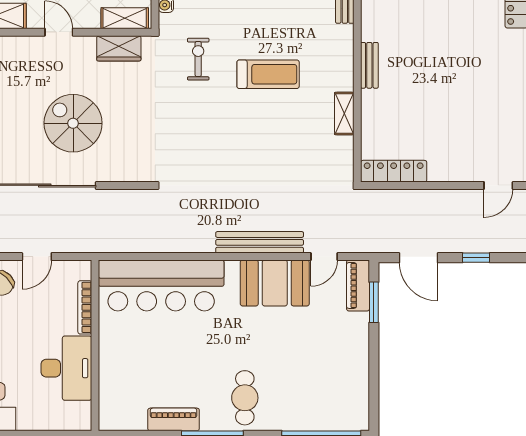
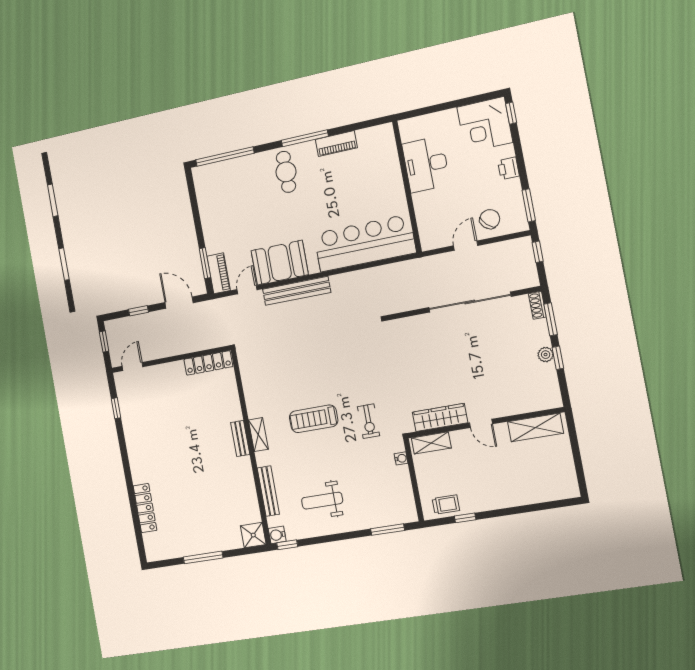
wardrobe: (119, 48) -> (440, 417), width x1.50
shelving: (344, 114) -> (258, 435), moved
spiral stairs: (73, 123) -> (456, 355), removed
bookcase: (85, 307) -> (420, 214), removed

